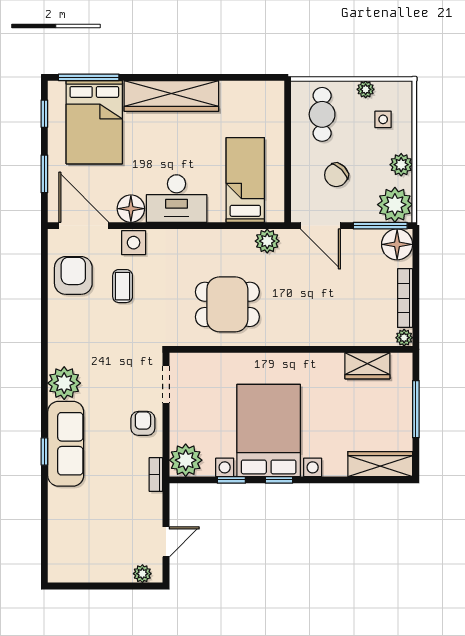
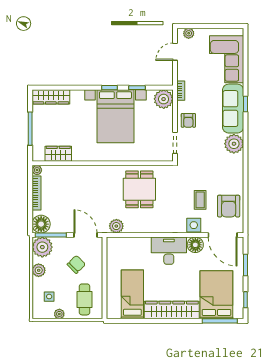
bed: (245, 180) -> (132, 294), moved, turned 180
dining table: (227, 304) -> (139, 189), turned 90
corner sofa: (77, 529) -> (227, 59), added

